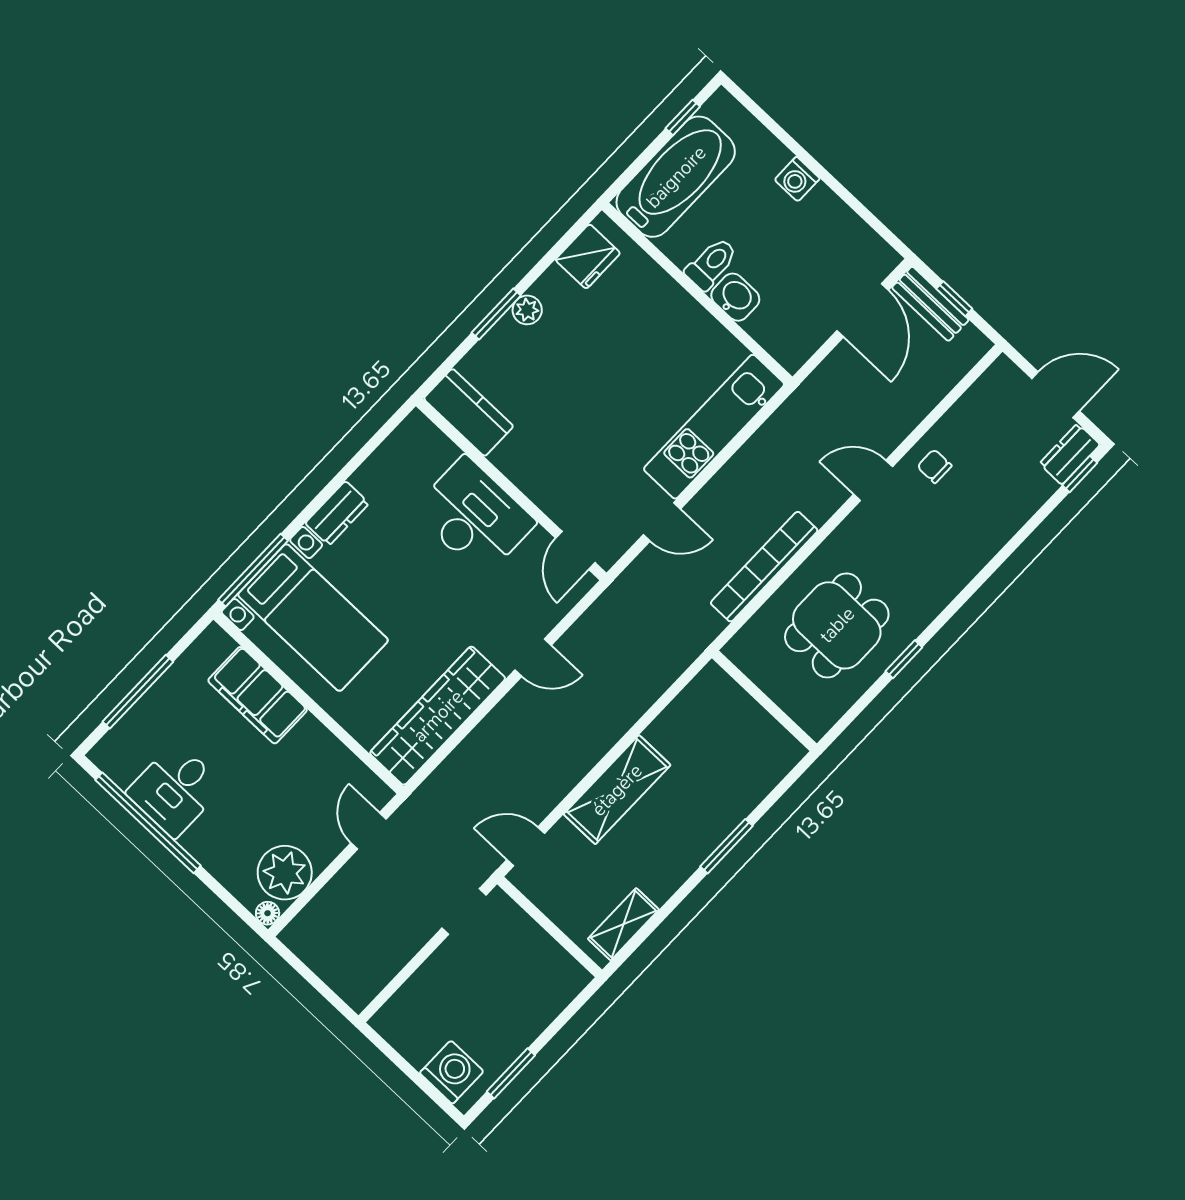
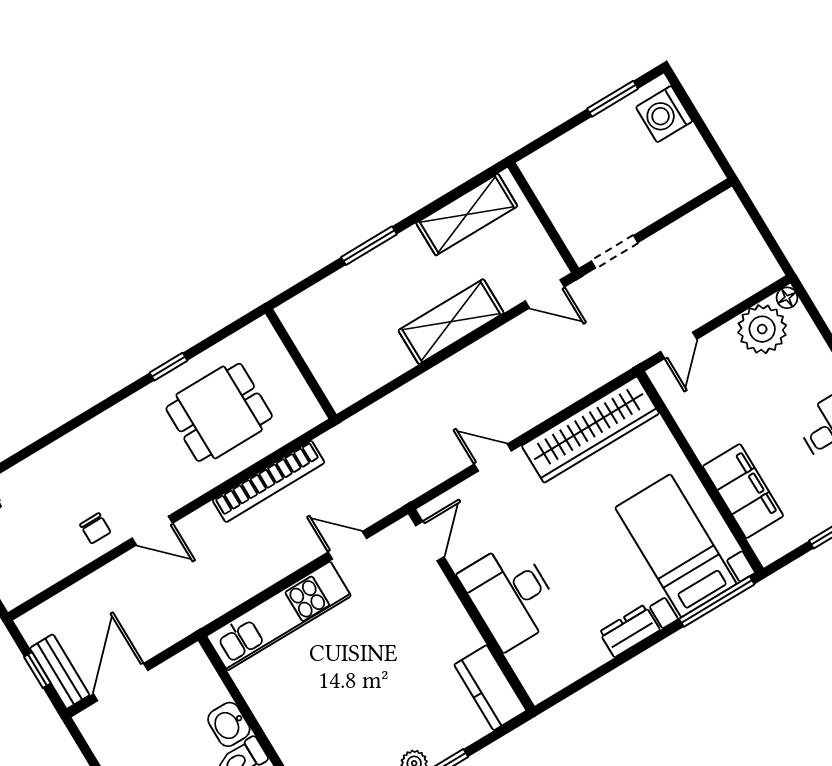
shelving: (623, 924) -> (467, 215), width x1.50, depth x1.33

